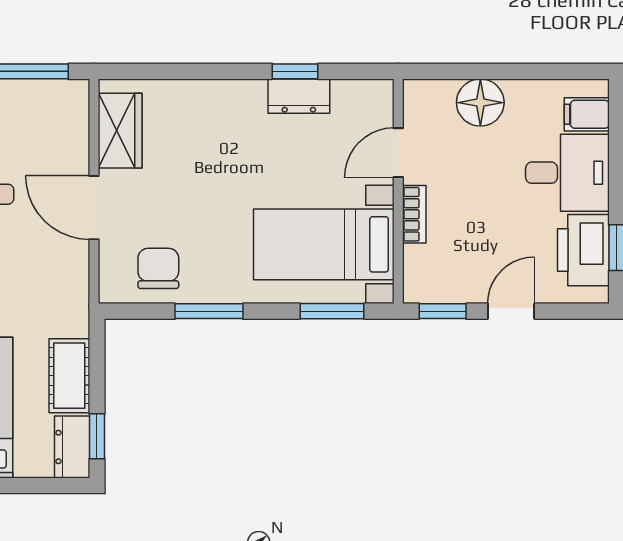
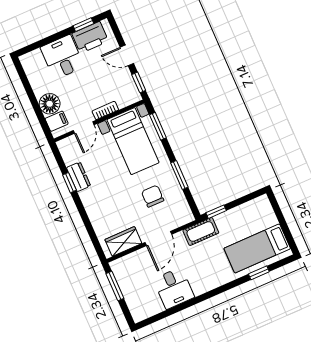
filing cabinet: (587, 114) -> (57, 121), moved, turned -90
door: (398, 153) -> (84, 128), hinge flipped
chair: (158, 268) -> (153, 196), moved, turned 90
cot: (69, 376) -> (201, 231), moved
window: (97, 436) -> (216, 212), moved
dresser: (72, 447) -> (257, 206), removed

